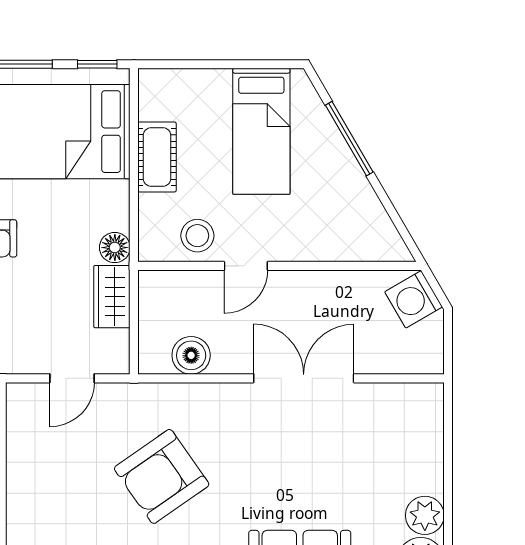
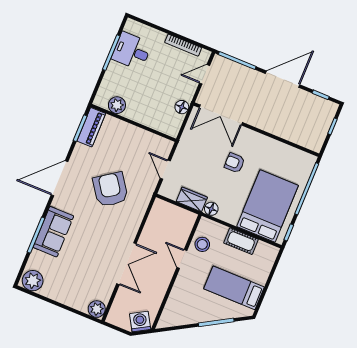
boiler: (191, 355) -> (155, 222), removed
plant: (425, 515) -> (97, 309), moved

